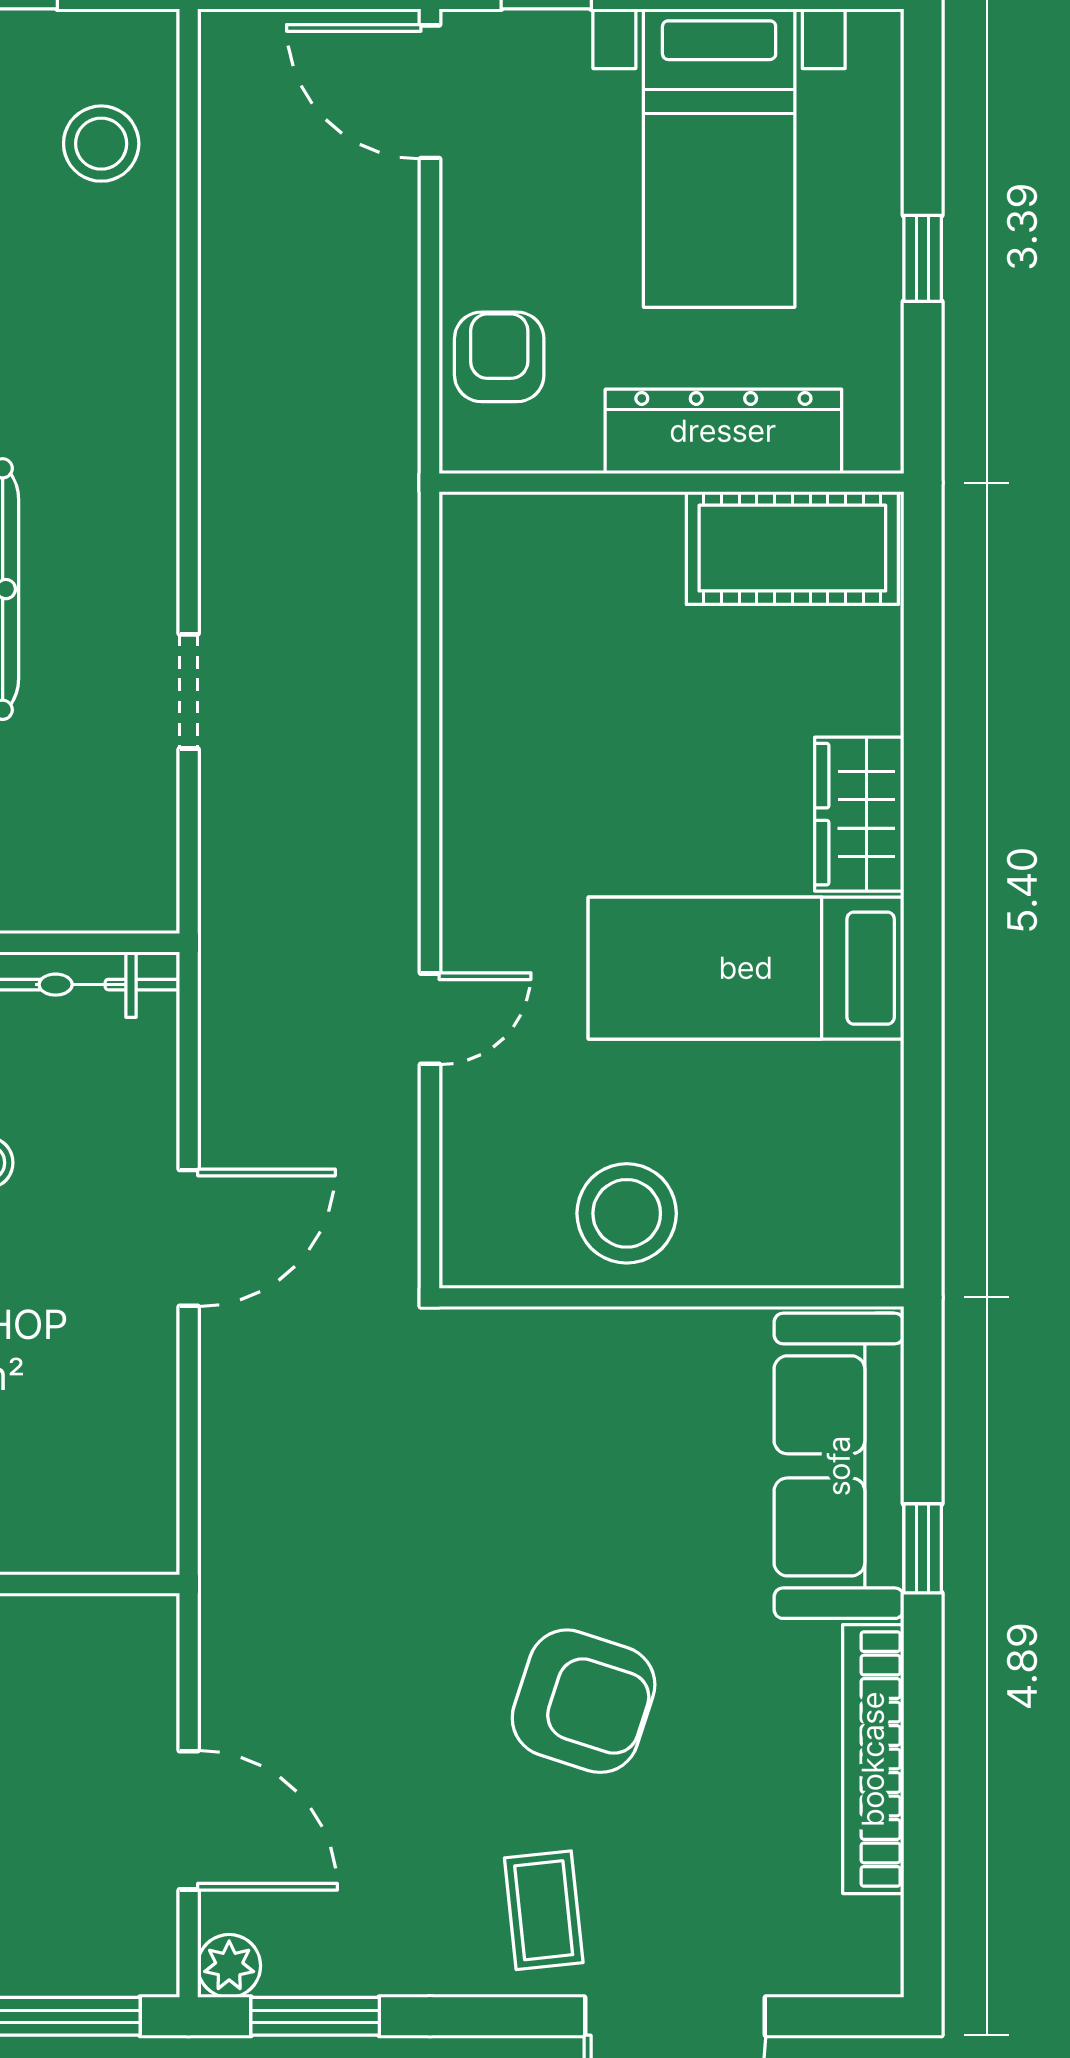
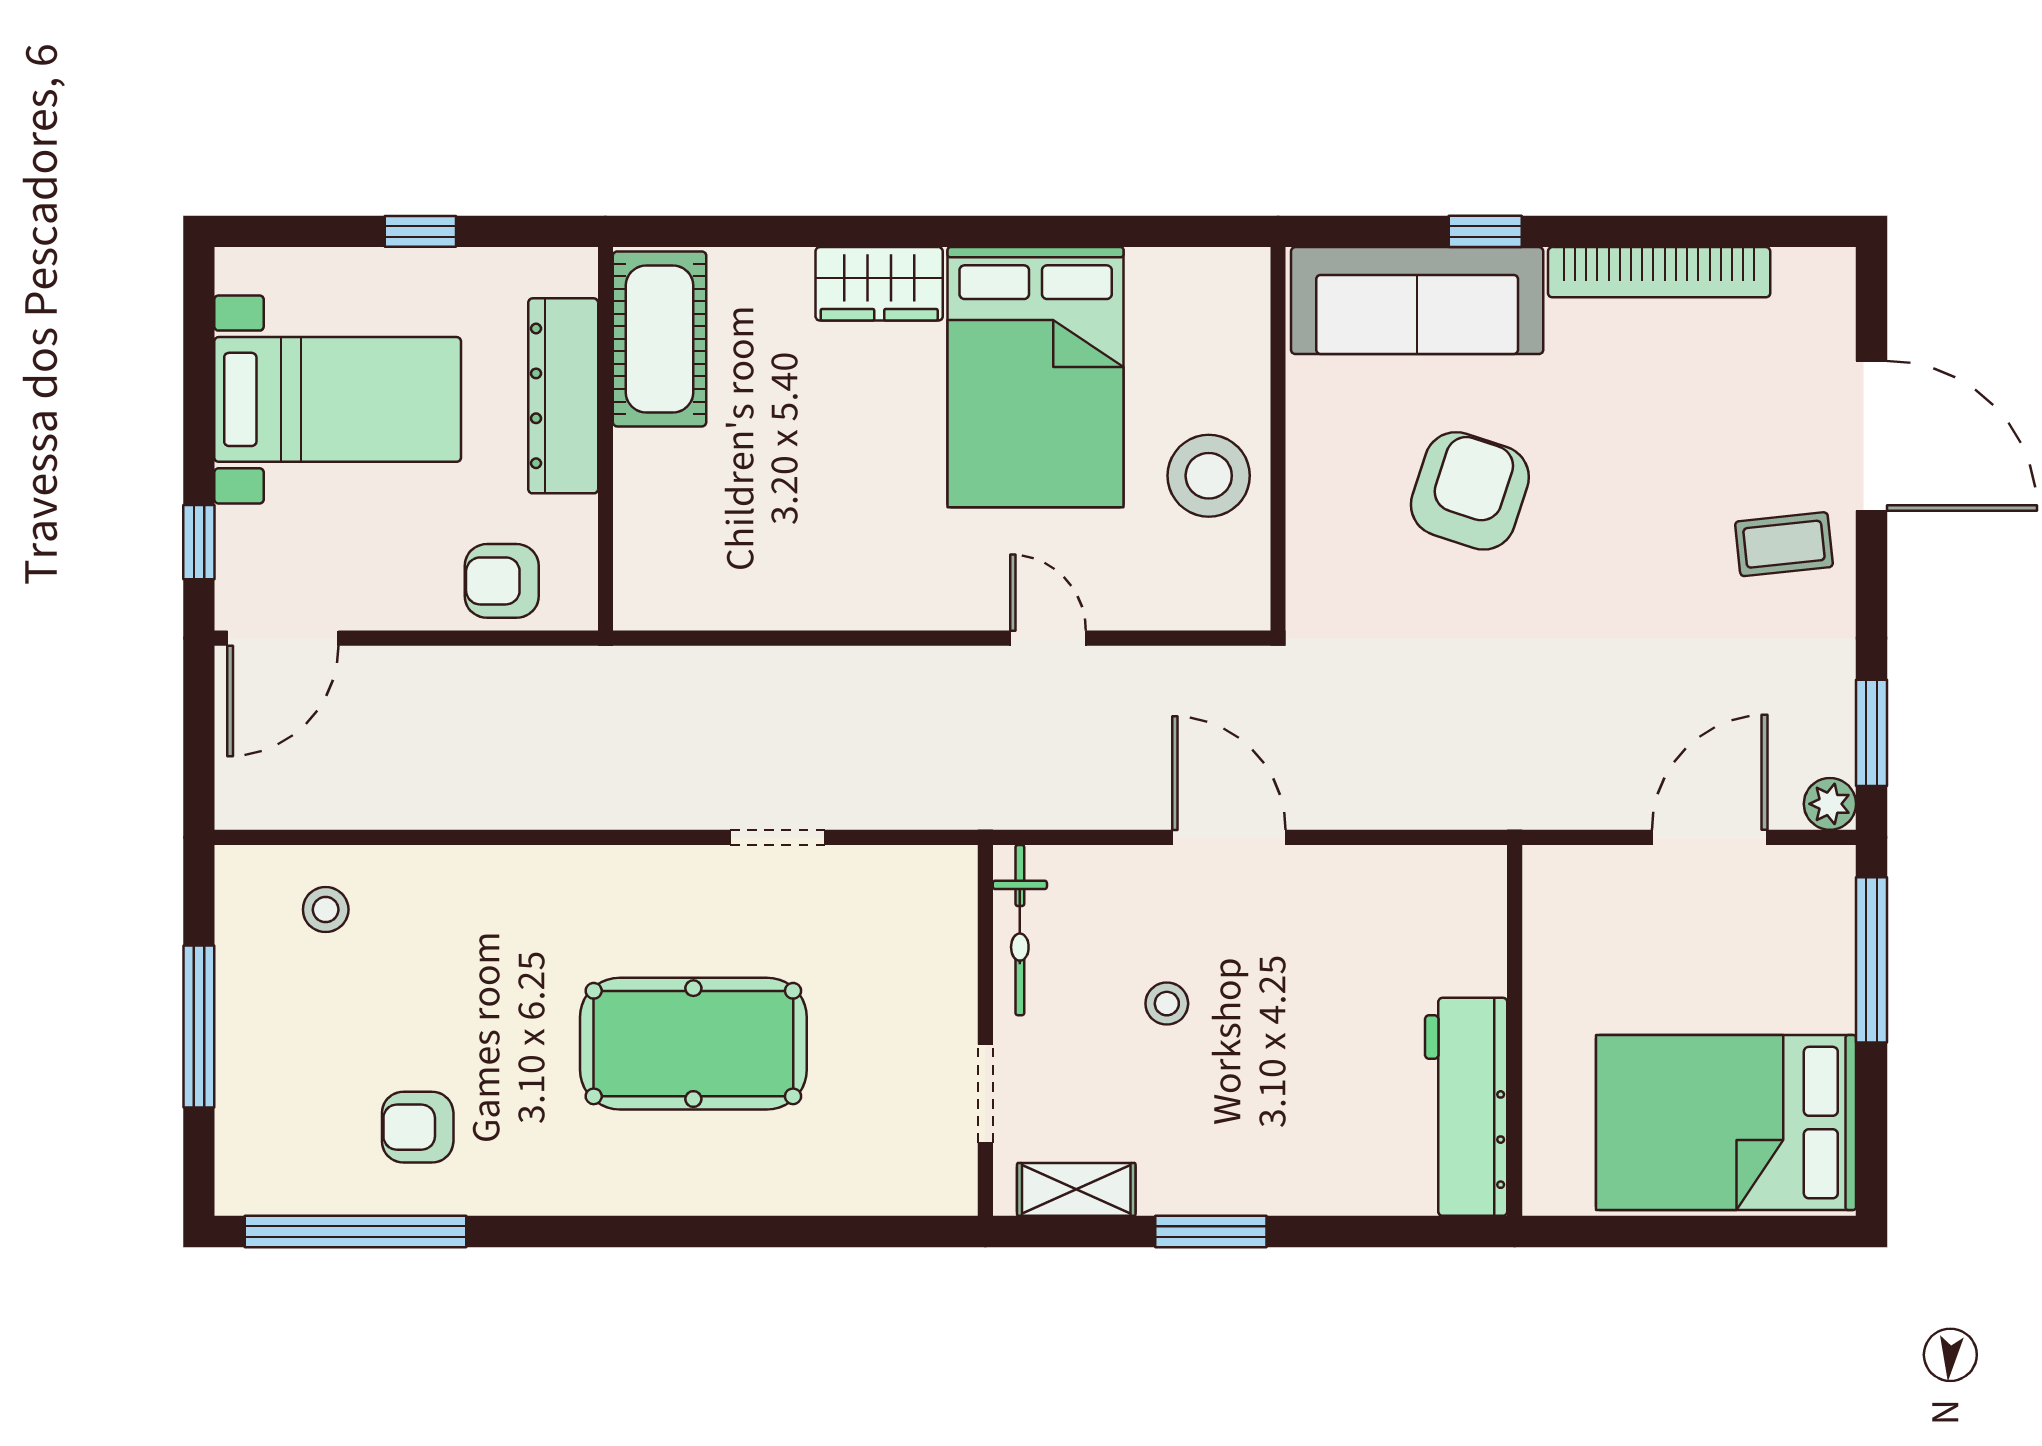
stool: (101, 144) -> (326, 910), width x0.73, depth x0.73
bed: (746, 968) -> (1036, 377), width x1.50
armchair: (584, 1701) -> (1470, 491), moved

